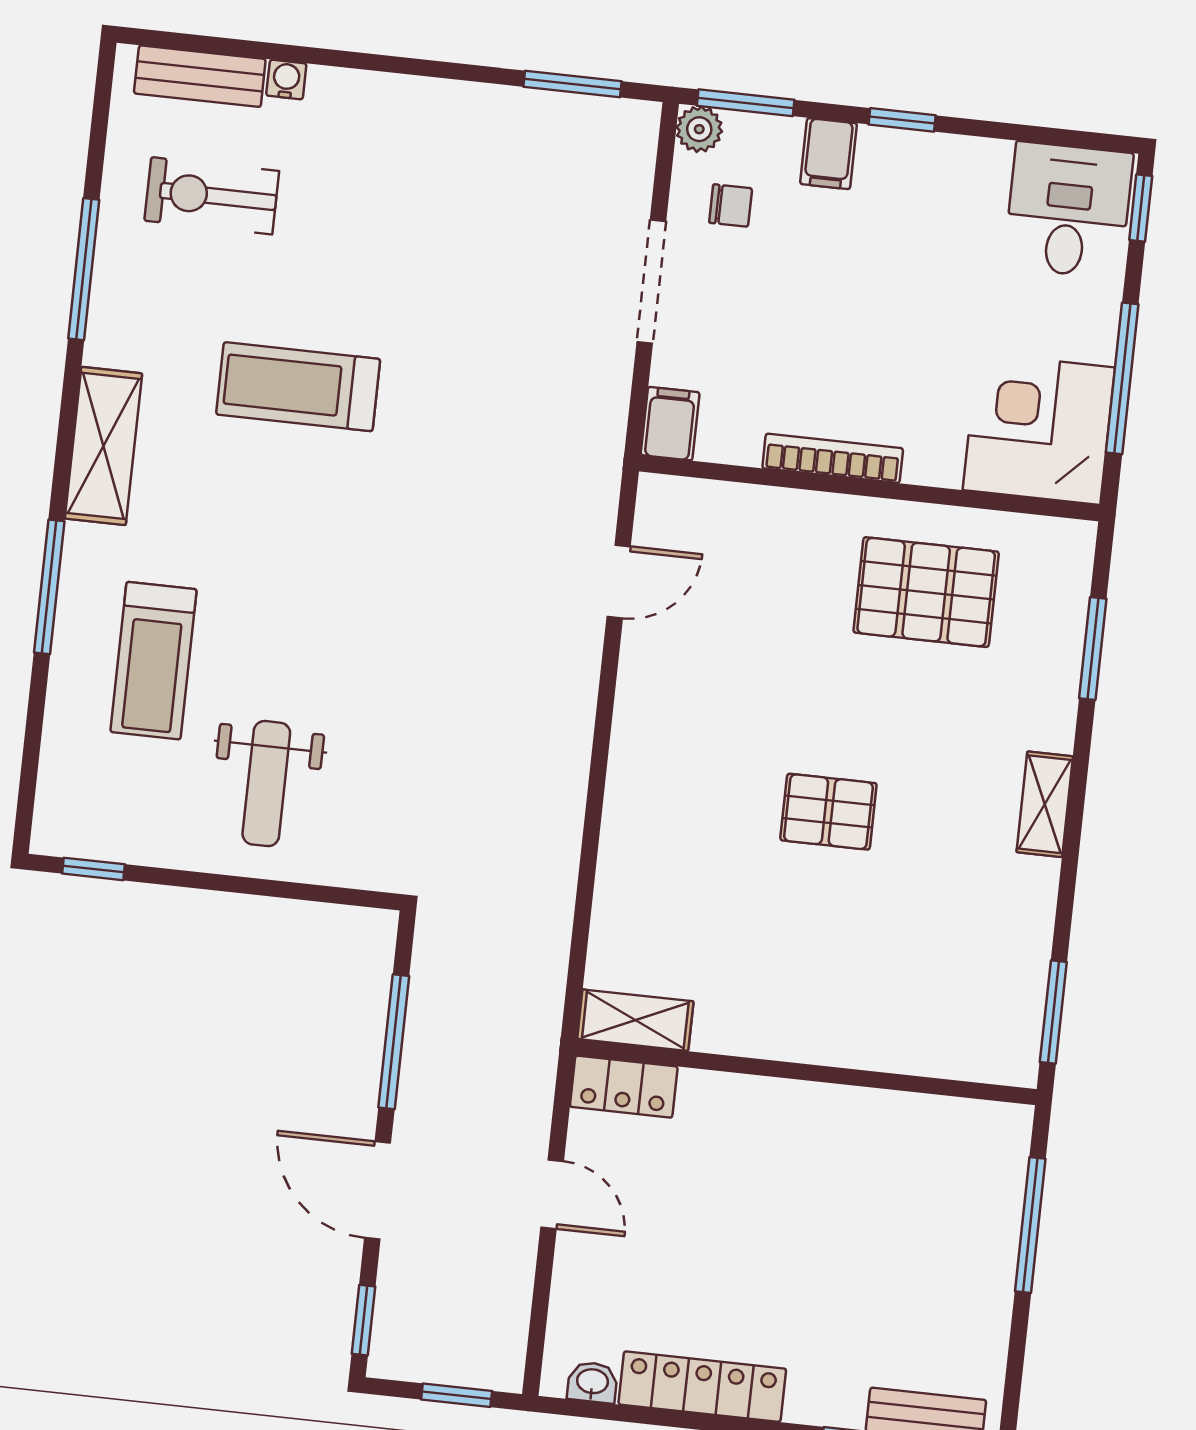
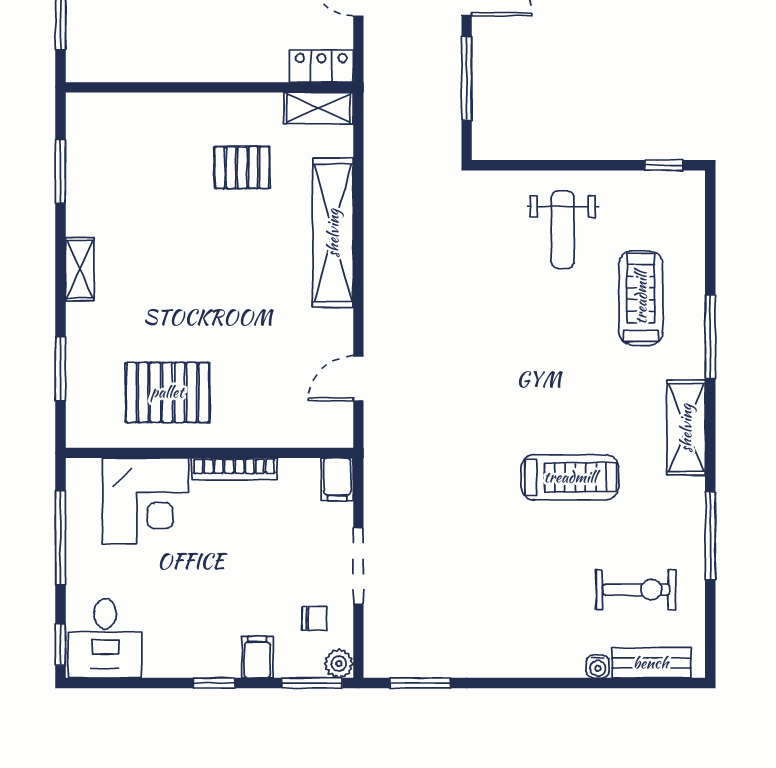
chair: (731, 206) -> (314, 618), turned 180
corner desk: (1039, 429) -> (146, 501), moved
weight bench: (266, 784) -> (563, 230), turned 180
pallet: (828, 812) -> (242, 168), moved
shelving: (634, 819) -> (333, 233), added
window: (1053, 1012) -> (61, 171), moved

